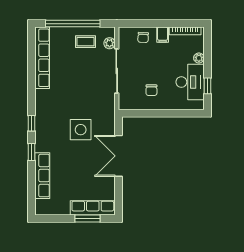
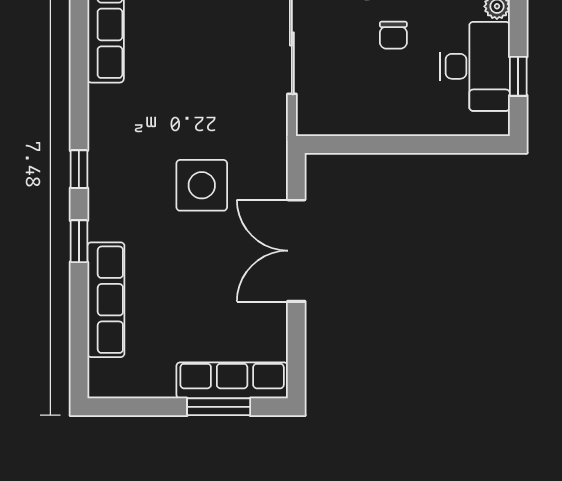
chair: (151, 90) -> (393, 35), moved

